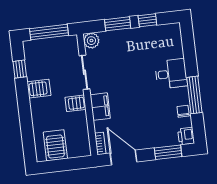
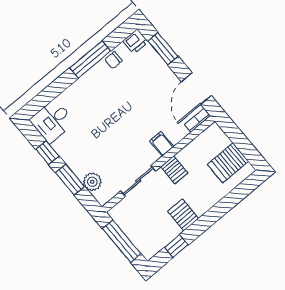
plant: (91, 41) -> (92, 182), moved
desk: (171, 74) -> (52, 121), moved, turned -90
filing cabinet: (100, 107) -> (162, 144), width x0.50

